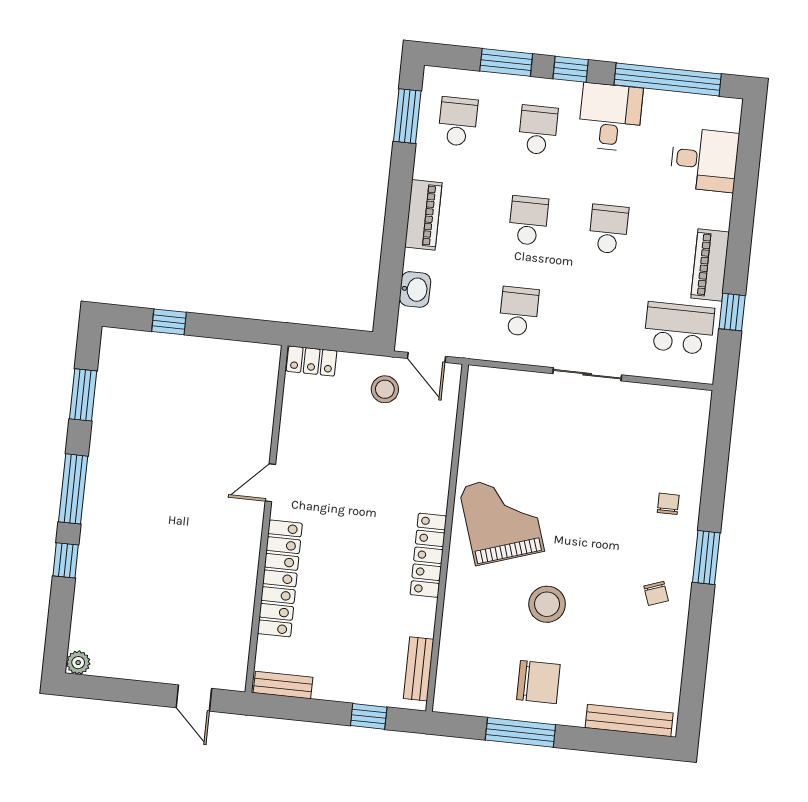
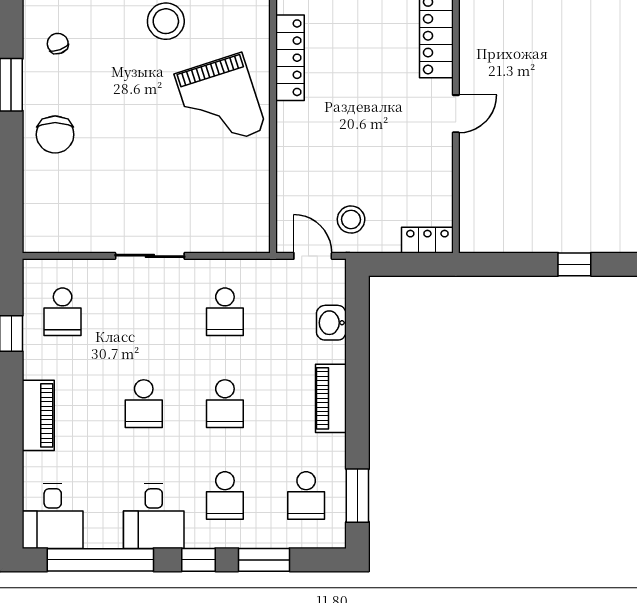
desk: (704, 160) -> (53, 516), moved, turned -90
piano: (710, 265) -> (38, 415), moved
school desk: (679, 328) -> (63, 312), width x0.54
chair: (668, 504) -> (55, 135), width x1.87, depth x1.87

